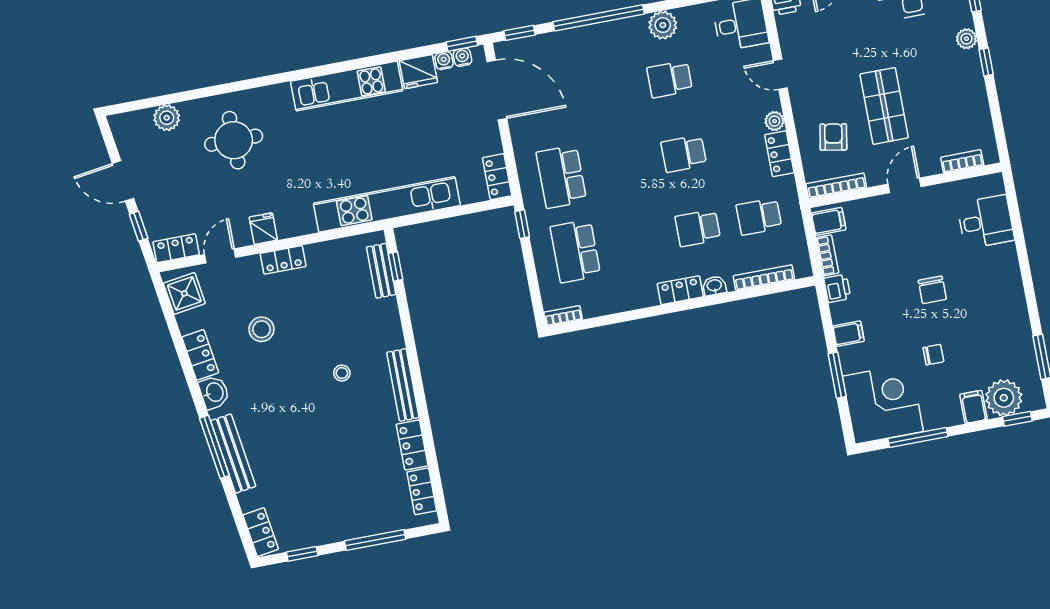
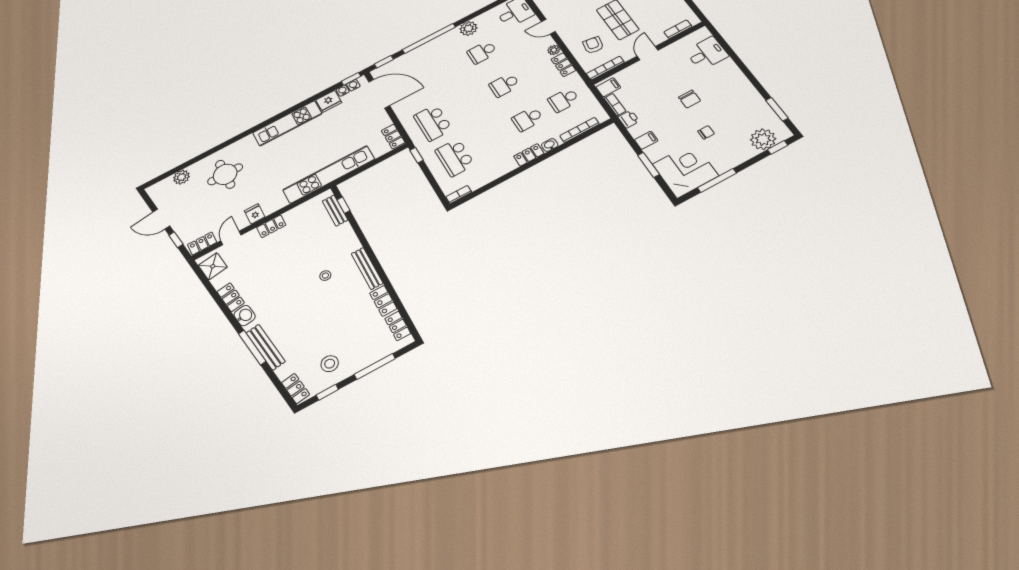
stool: (261, 329) -> (330, 364), moved
filing cabinet: (973, 407) -> (746, 151), removed

